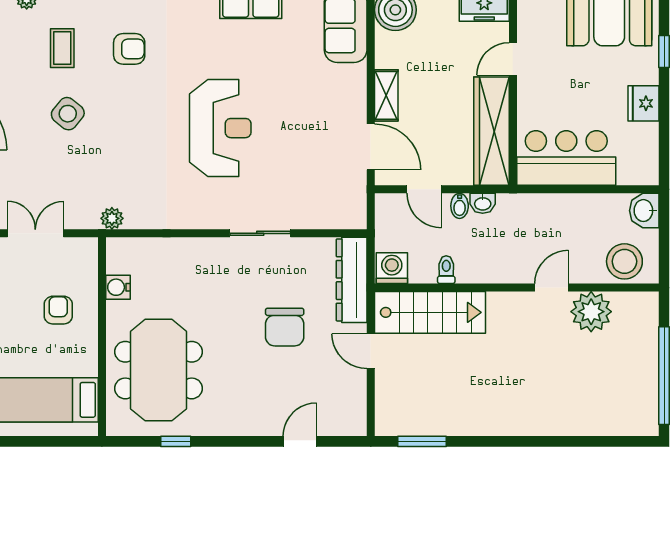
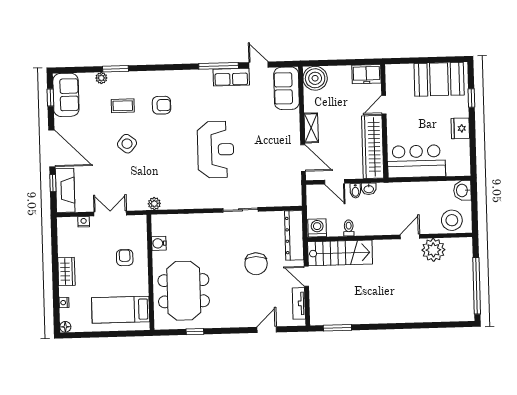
coffee table: (62, 48) -> (123, 106), turned 90
tv unit: (356, 398) -> (299, 303), added

